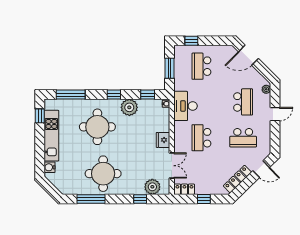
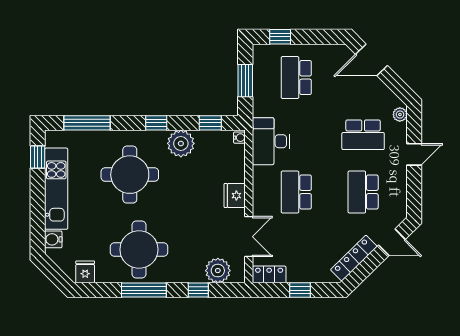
school desk: (243, 102) -> (363, 135), turned 90
school desk: (243, 138) -> (363, 192), turned 90
fridge: (69, 188) -> (85, 272), added
window: (91, 199) -> (144, 290), moved

